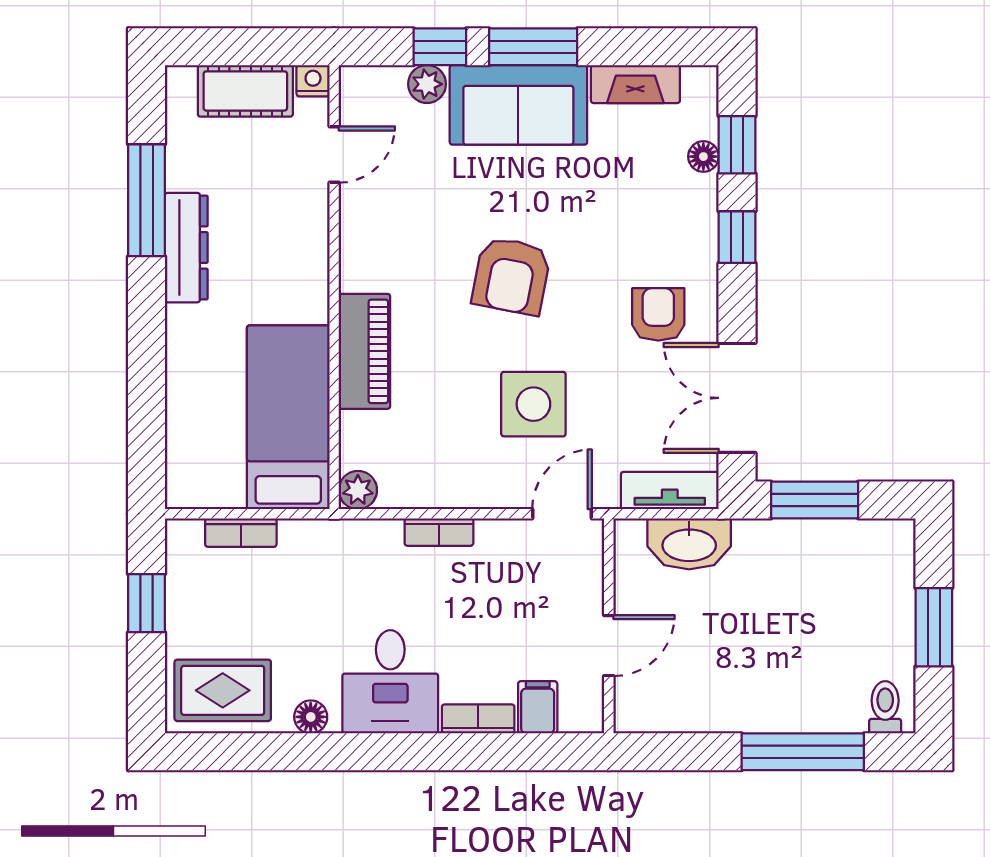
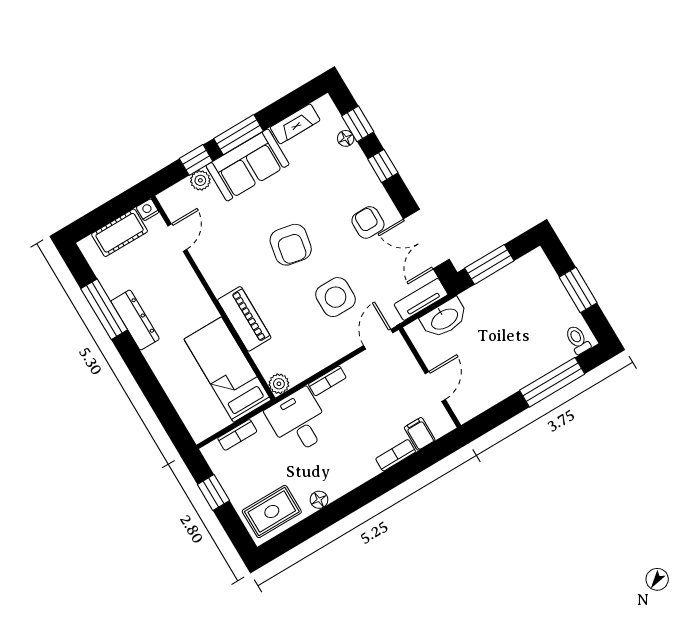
desk: (390, 682) -> (298, 421), moved, turned 180

